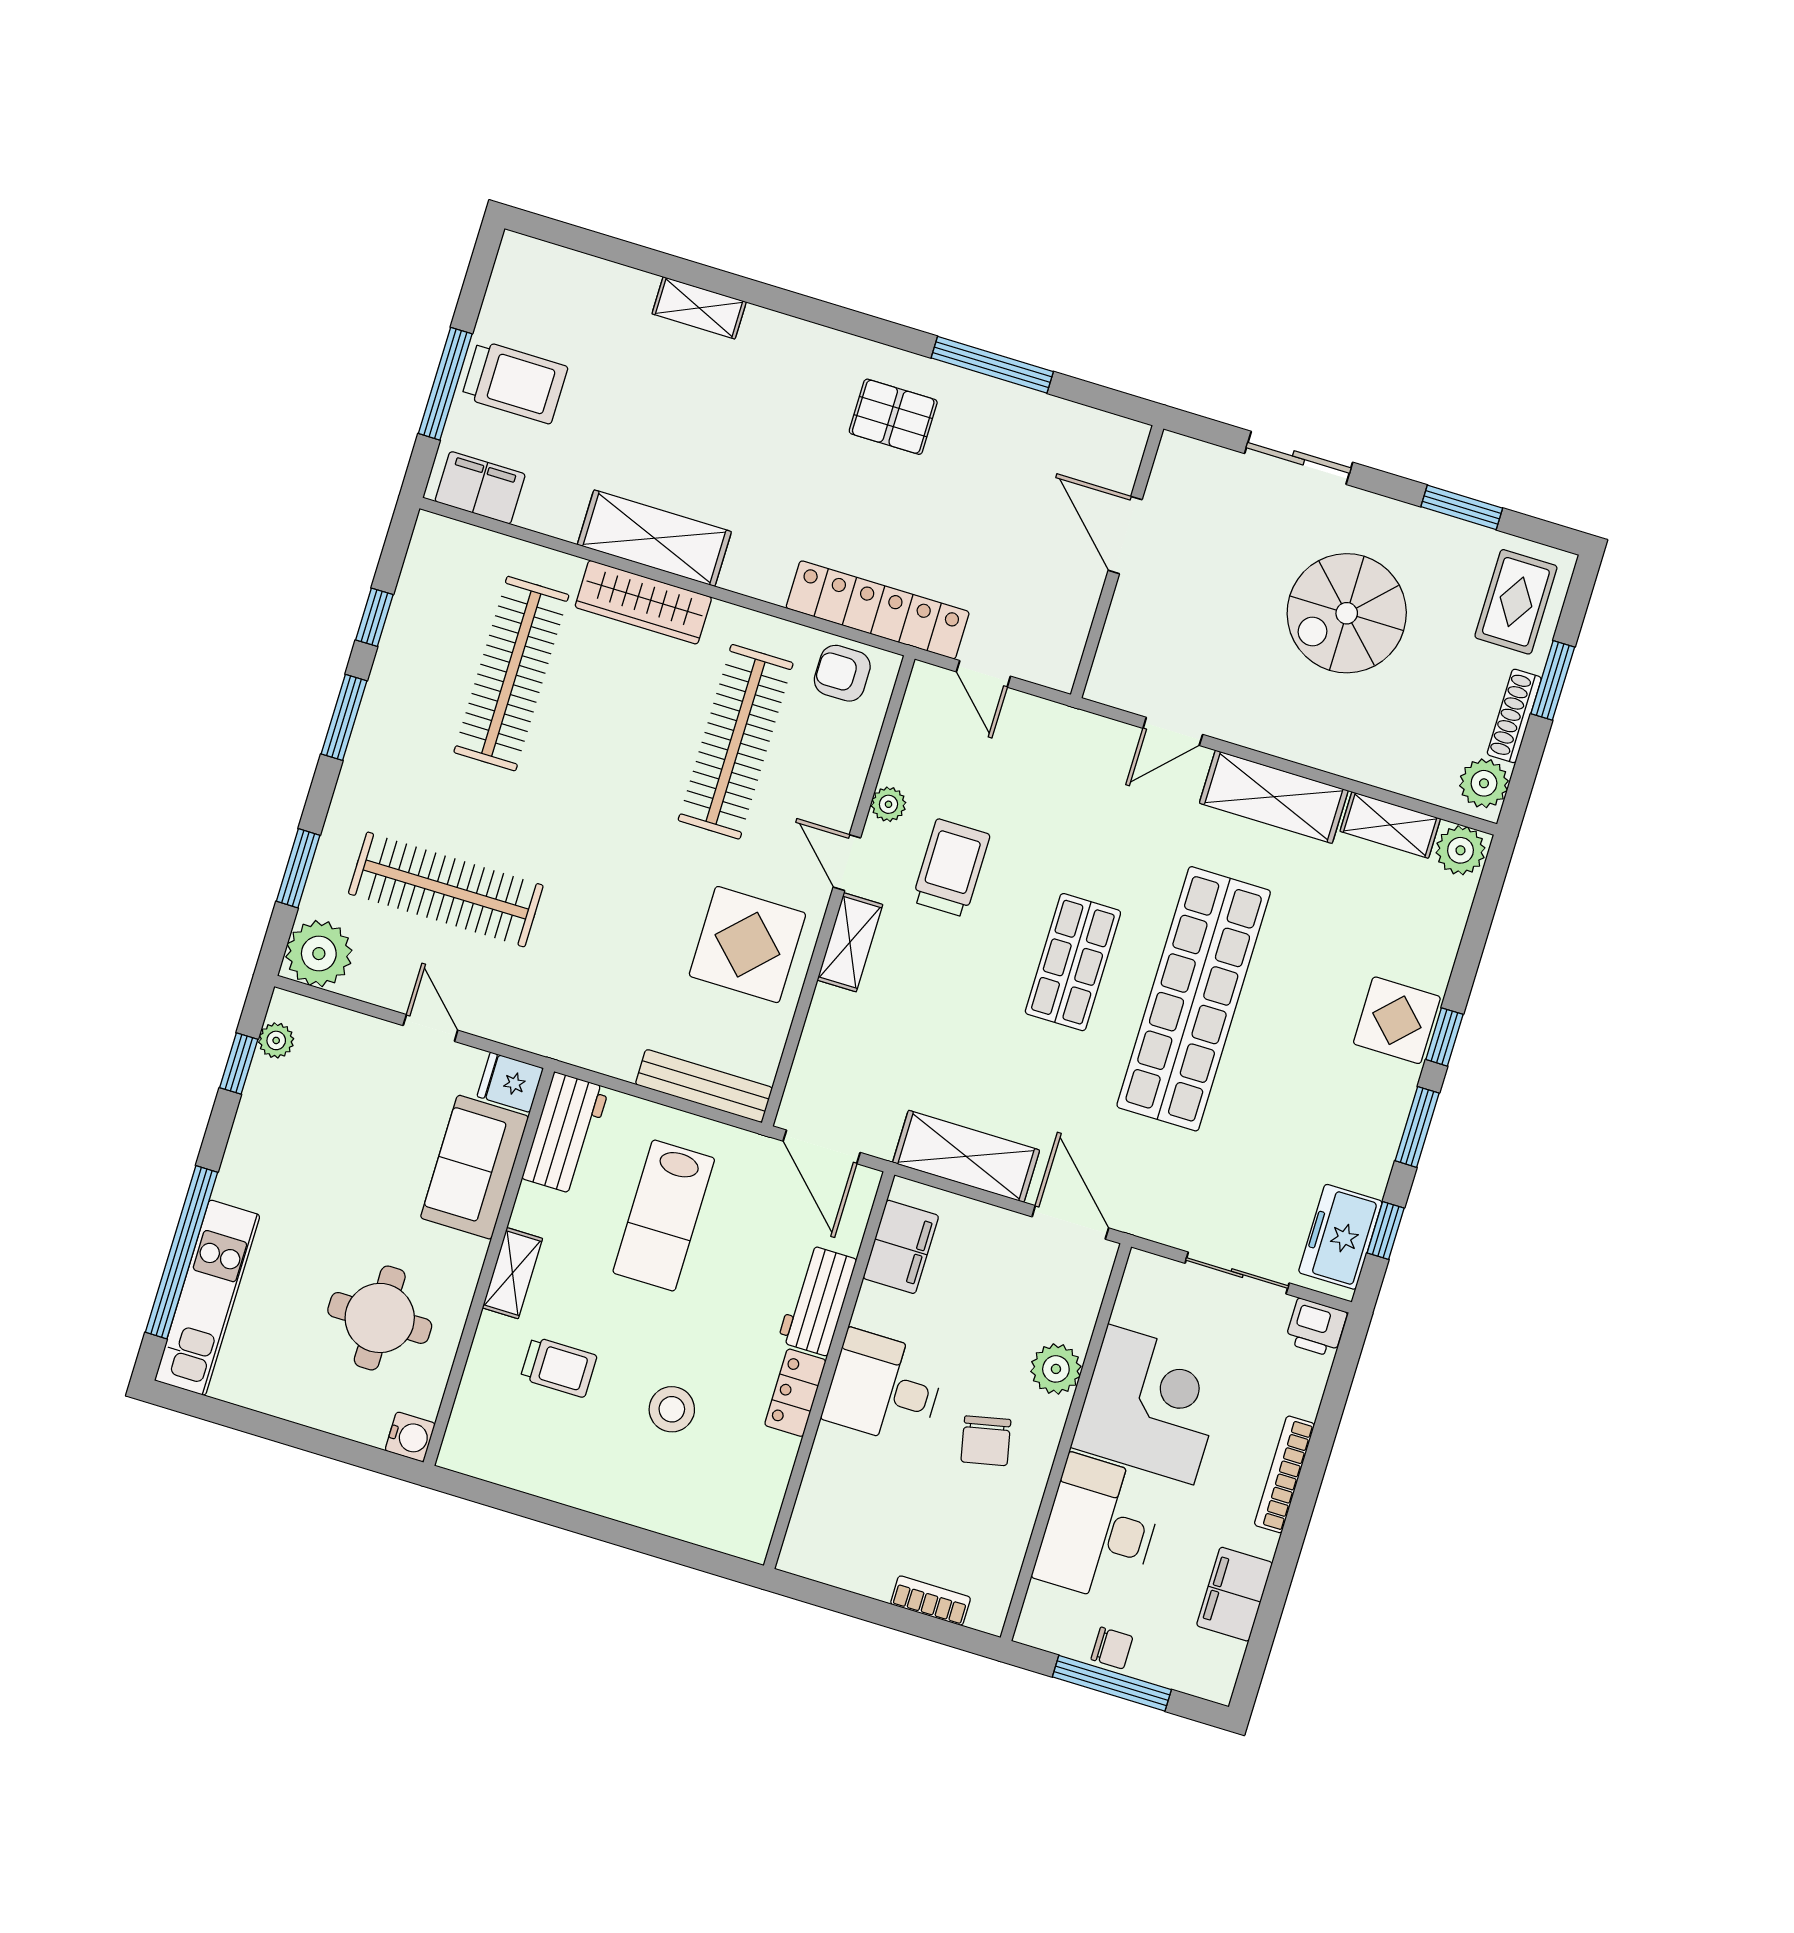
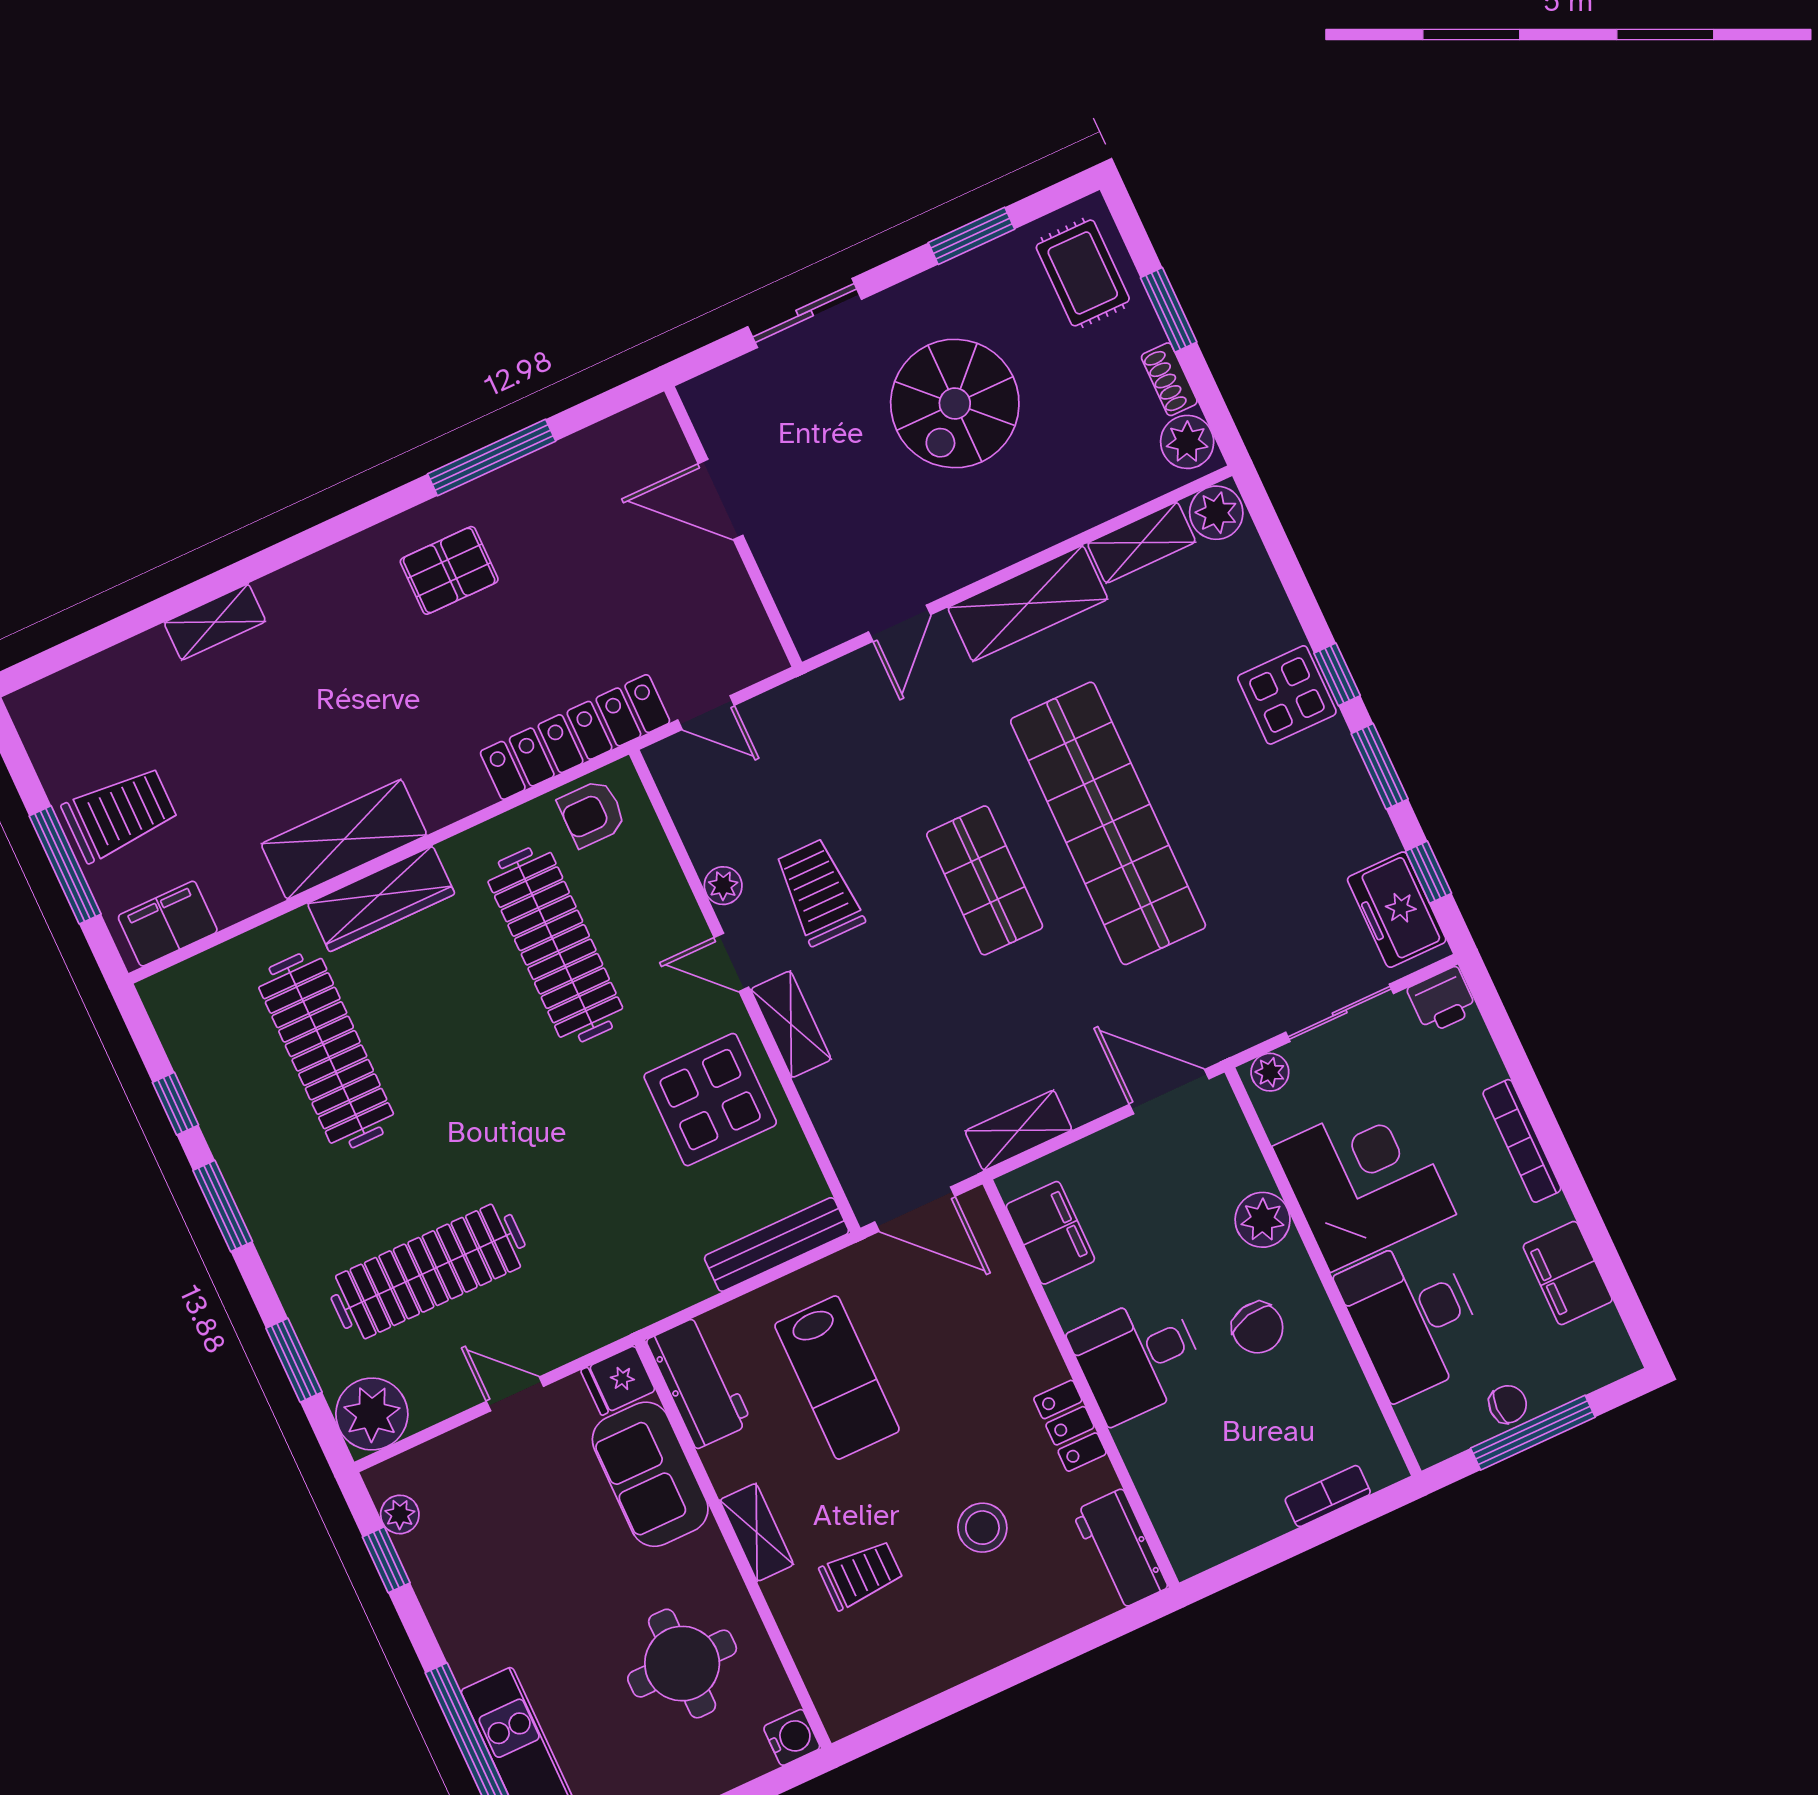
shoe rack: (1514, 716) -> (1169, 379), width x0.70
shelving: (966, 1156) -> (1019, 1130), width x0.67, depth x0.75
plant: (1152, 1271) -> (1270, 1072), added
workbench: (817, 1300) -> (1120, 1550), moved

